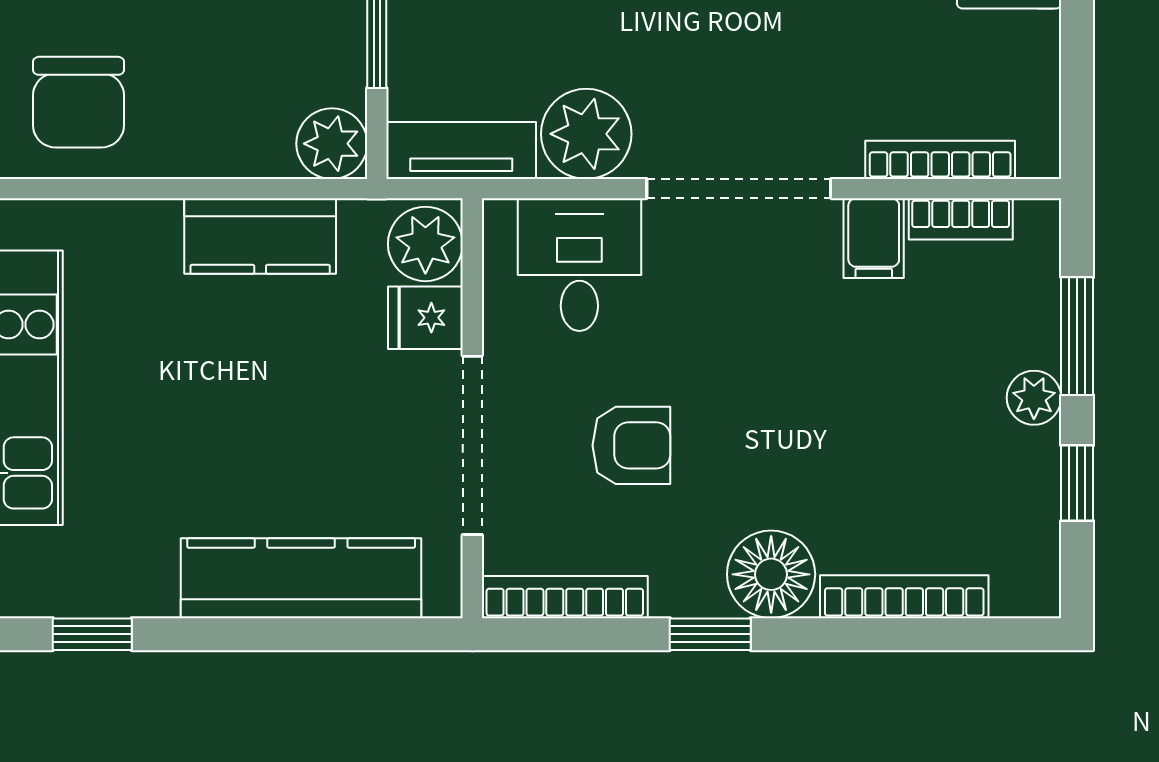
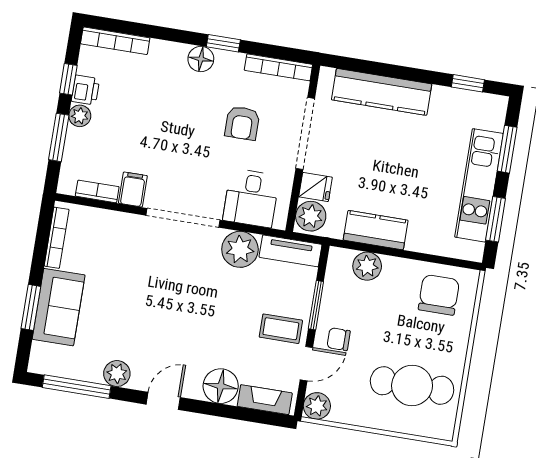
plant: (332, 144) -> (367, 266), moved
bookcase: (940, 160) -> (57, 238), moved, turned -90
armchair: (631, 445) -> (242, 123), turned -90
printer: (1031, 464) -> (85, 90), added
floor lamp: (771, 574) -> (201, 59), width x0.73, depth x0.73
bookcase: (904, 597) -> (115, 41), moved

